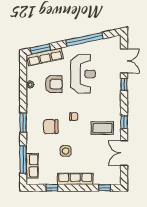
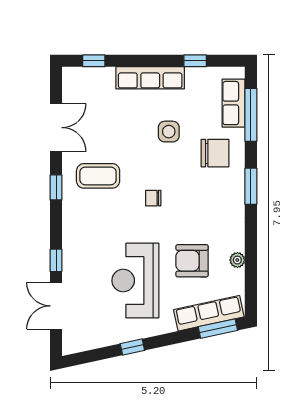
window: (84, 39) -> (132, 347), width x0.32
chair: (51, 127) -> (215, 153), moved

